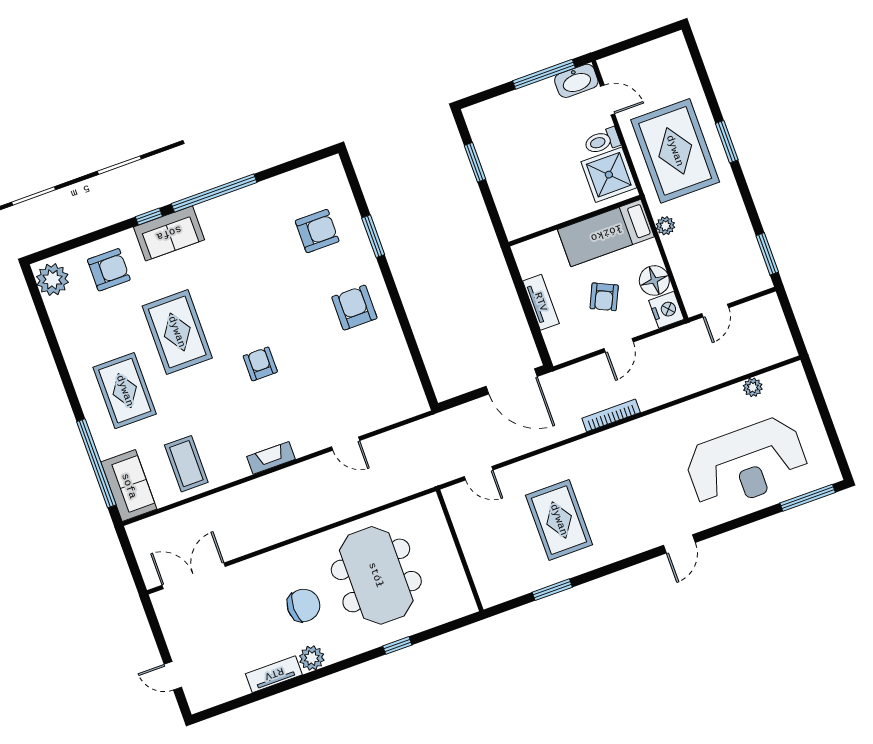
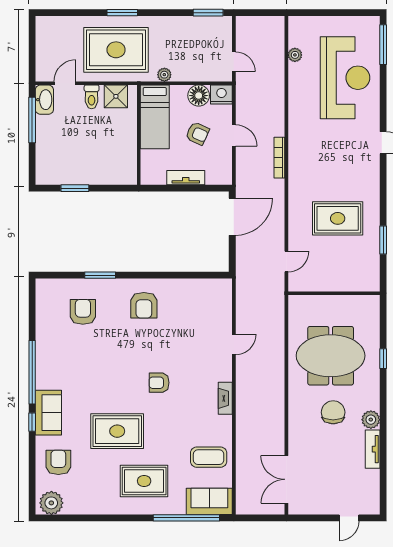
shower: (609, 175) -> (116, 96), width x0.73, depth x0.73
armchair: (354, 308) -> (144, 305), turned -90

